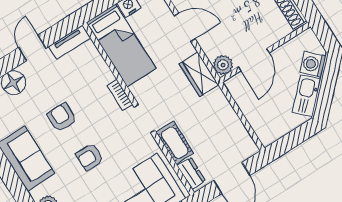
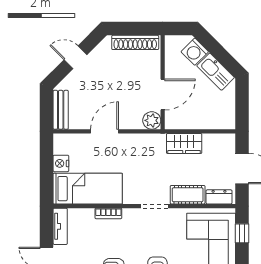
door: (254, 60) -> (163, 95), hinge flipped
wardrobe: (199, 75) -> (184, 143), moved
bookcase: (120, 95) -> (108, 213), moved

